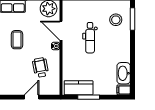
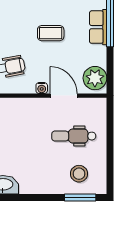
door: (61, 31) -> (64, 96), hinge flipped
dental chair: (90, 38) -> (74, 136), moved

